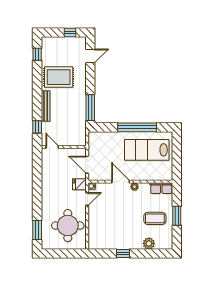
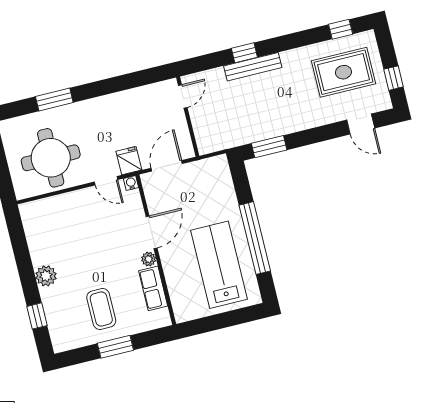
rug: (59, 77) -> (343, 72), moved, turned 90
window: (90, 108) -> (269, 147), width x0.69
window: (37, 127) -> (244, 53), moved
row of seats: (161, 188) -> (153, 288), moved
window: (37, 230) -> (54, 100), moved
plant: (149, 243) -> (46, 276), moved
window: (123, 253) -> (37, 316), moved

